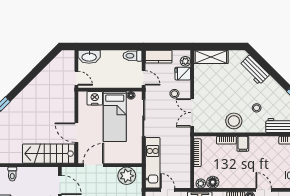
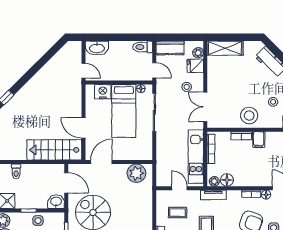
kitchen unit: (153, 163) -> (196, 157), moved, turned 180

